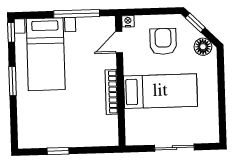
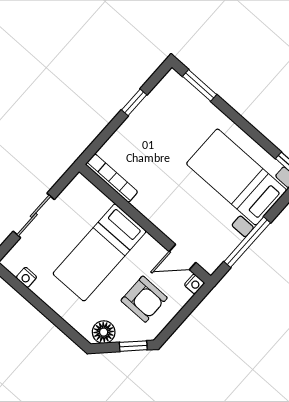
door: (119, 42) -> (183, 257), swing flipped
window: (13, 81) -> (200, 85), moved
bookcase: (111, 92) -> (112, 178), moved
nightstand: (213, 119) -> (26, 277), added

